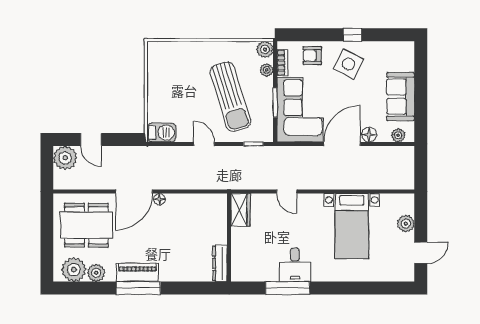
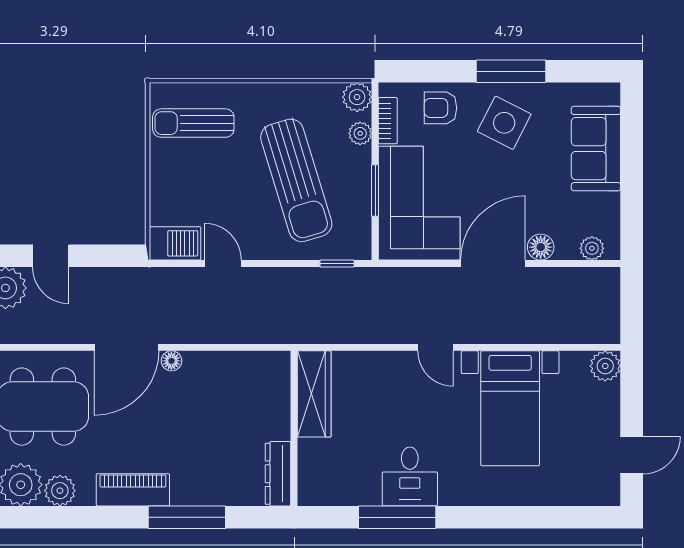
window: (352, 35) -> (511, 71), width x2.17
sun lounger: (172, 64) -> (193, 123), added
sofa: (401, 97) -> (596, 149), moved
door: (204, 144) -> (223, 264), moved
door: (287, 192) -> (435, 347), moved
wardrobe: (240, 210) -> (314, 394), width x1.50
plant: (406, 224) -> (605, 366), moved
window: (138, 288) -> (187, 517), moved

